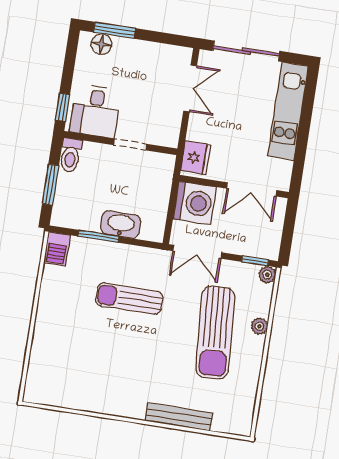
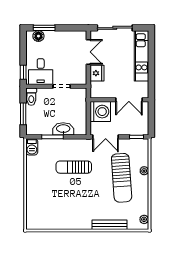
fridge: (196, 158) -> (97, 73), moved
plant: (267, 275) -> (144, 219), moved

